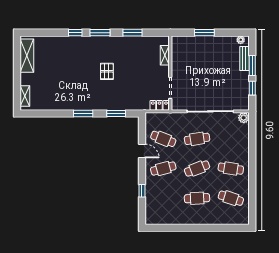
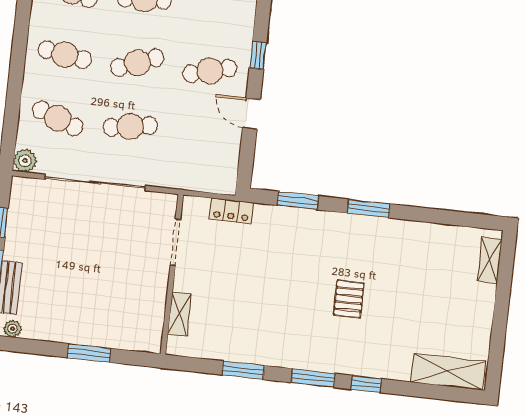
shelving: (27, 56) -> (448, 372), moved, turned 90
pallet: (107, 71) -> (349, 299), moved
locker: (159, 105) -> (231, 211), moved
cafe table: (163, 139) -> (58, 118), moved
window: (142, 191) -> (258, 55), moved

